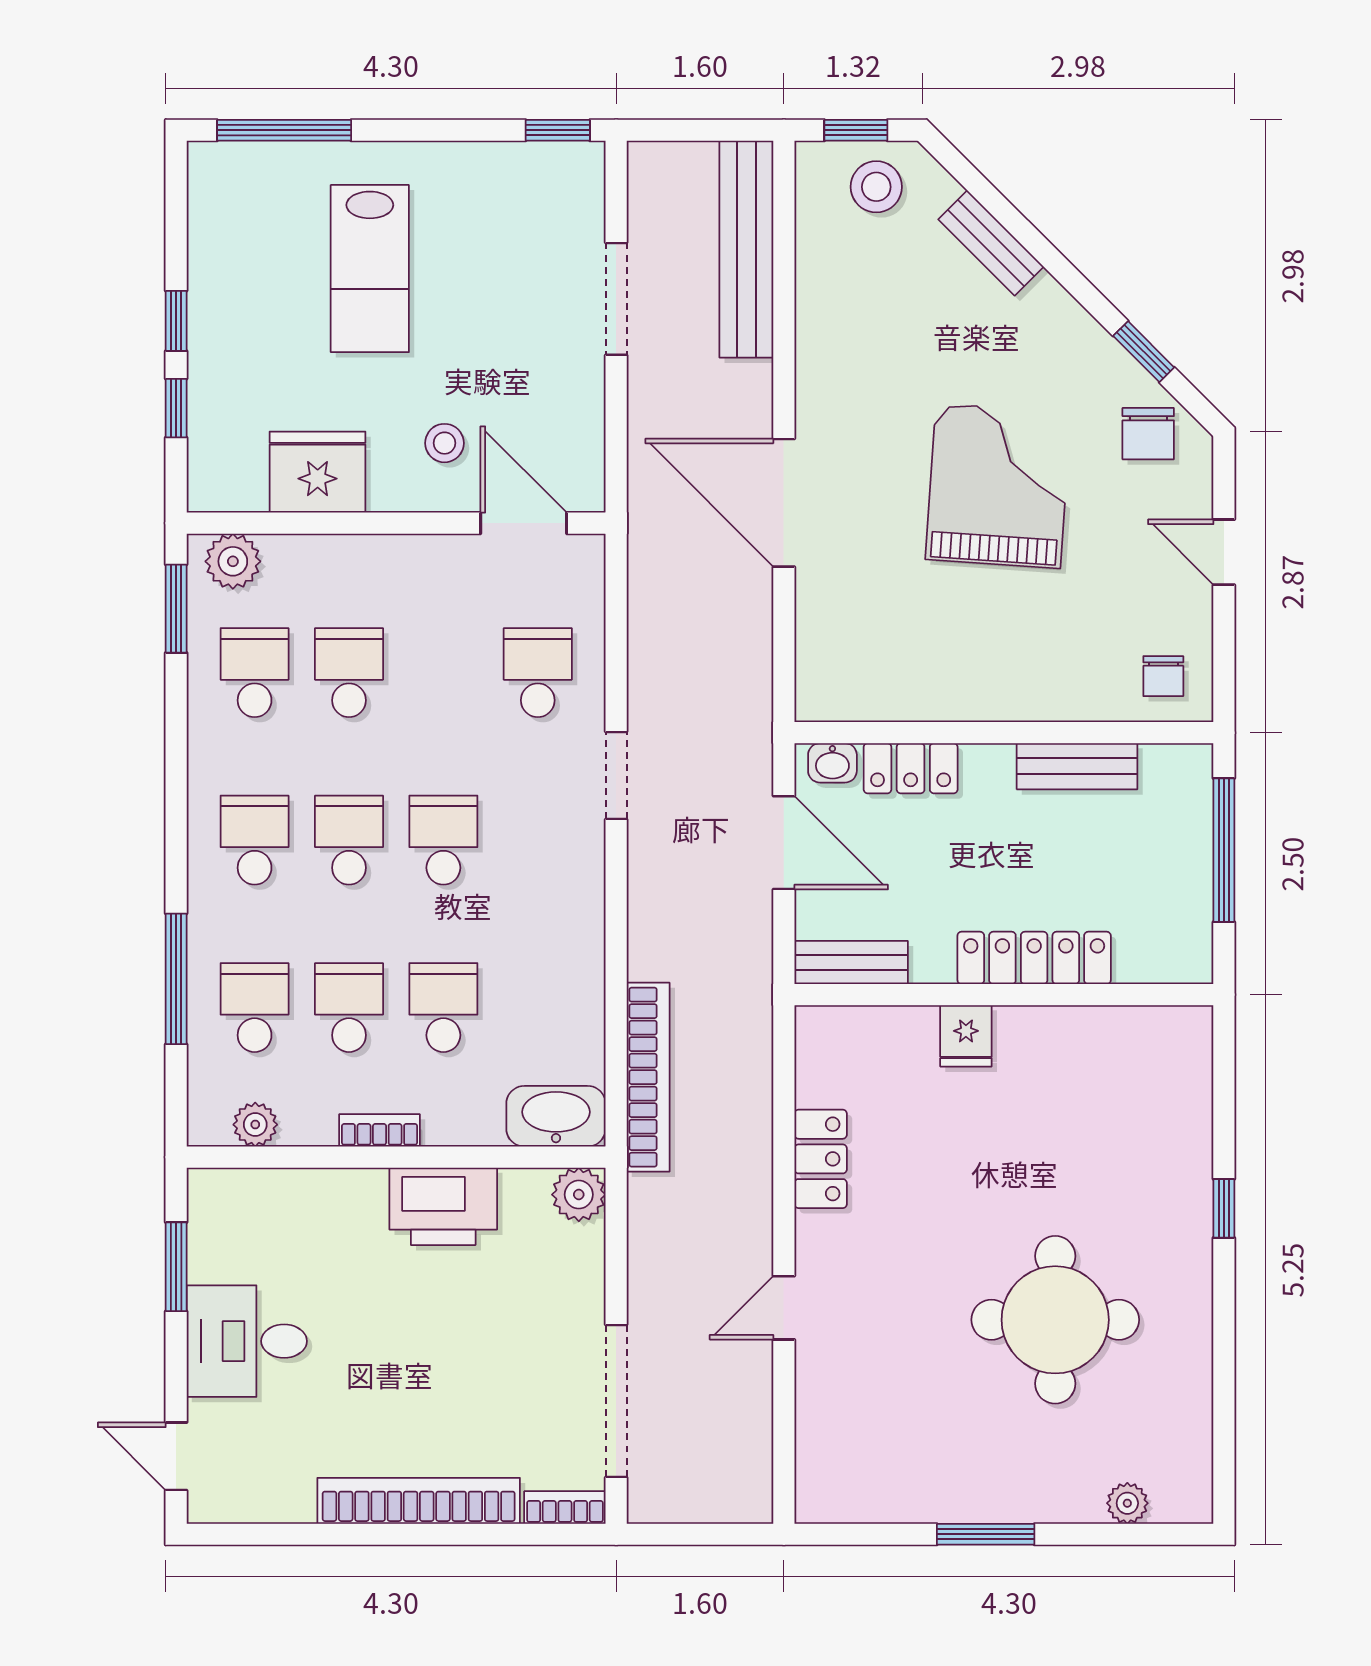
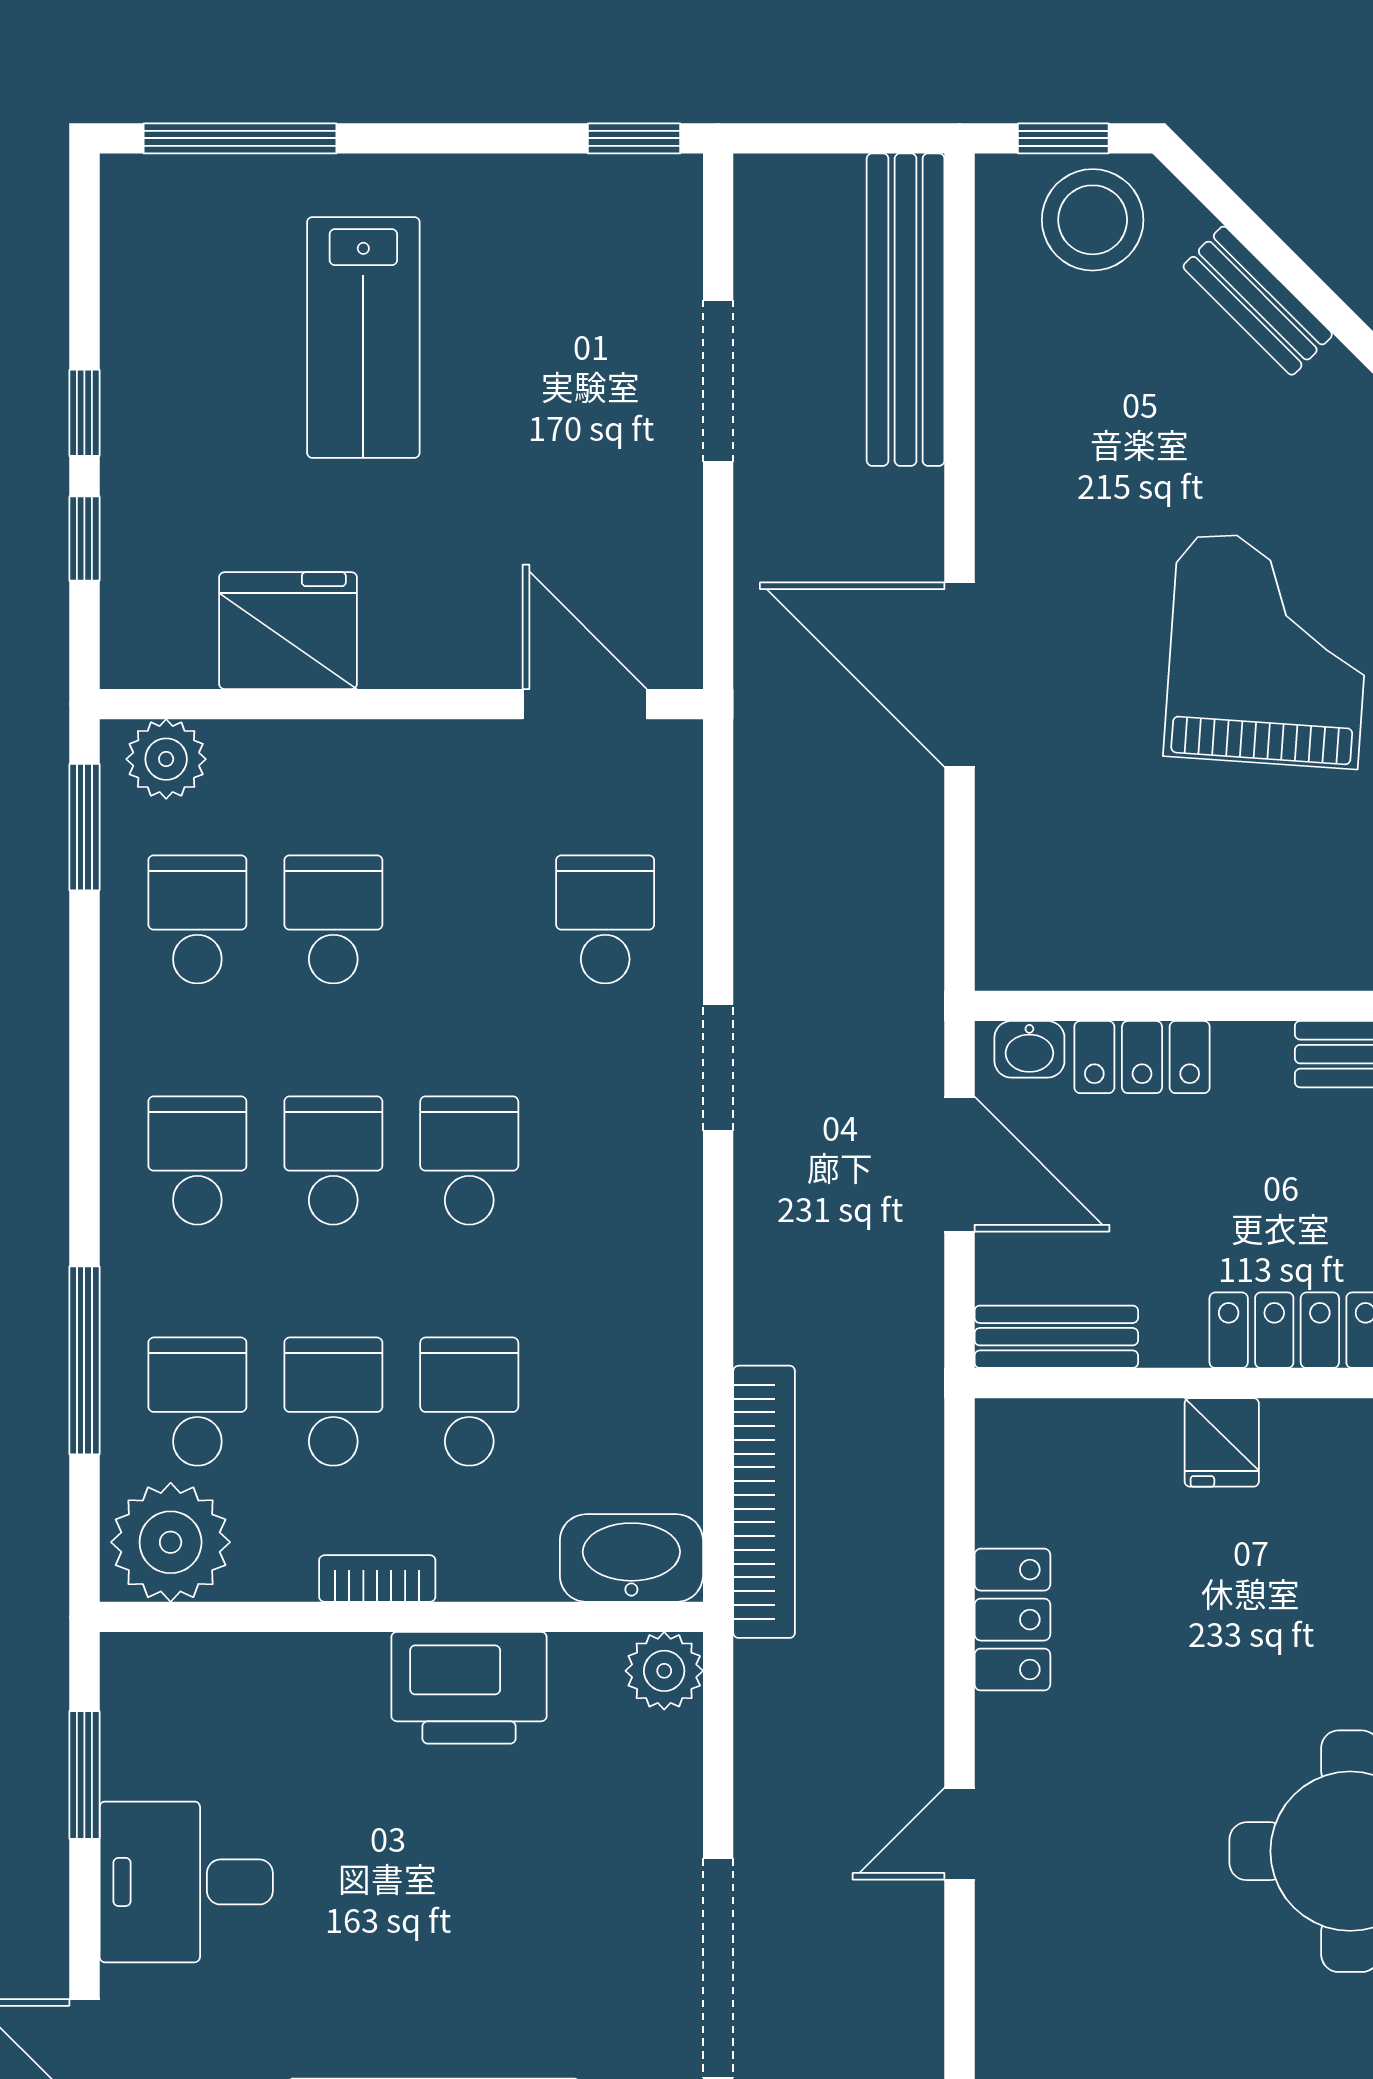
stool: (876, 187) -> (1093, 220), width x1.38, depth x1.38
stool: (444, 443) -> (471, 589), removed
plant: (255, 1125) -> (171, 1542), width x1.88, depth x1.88

